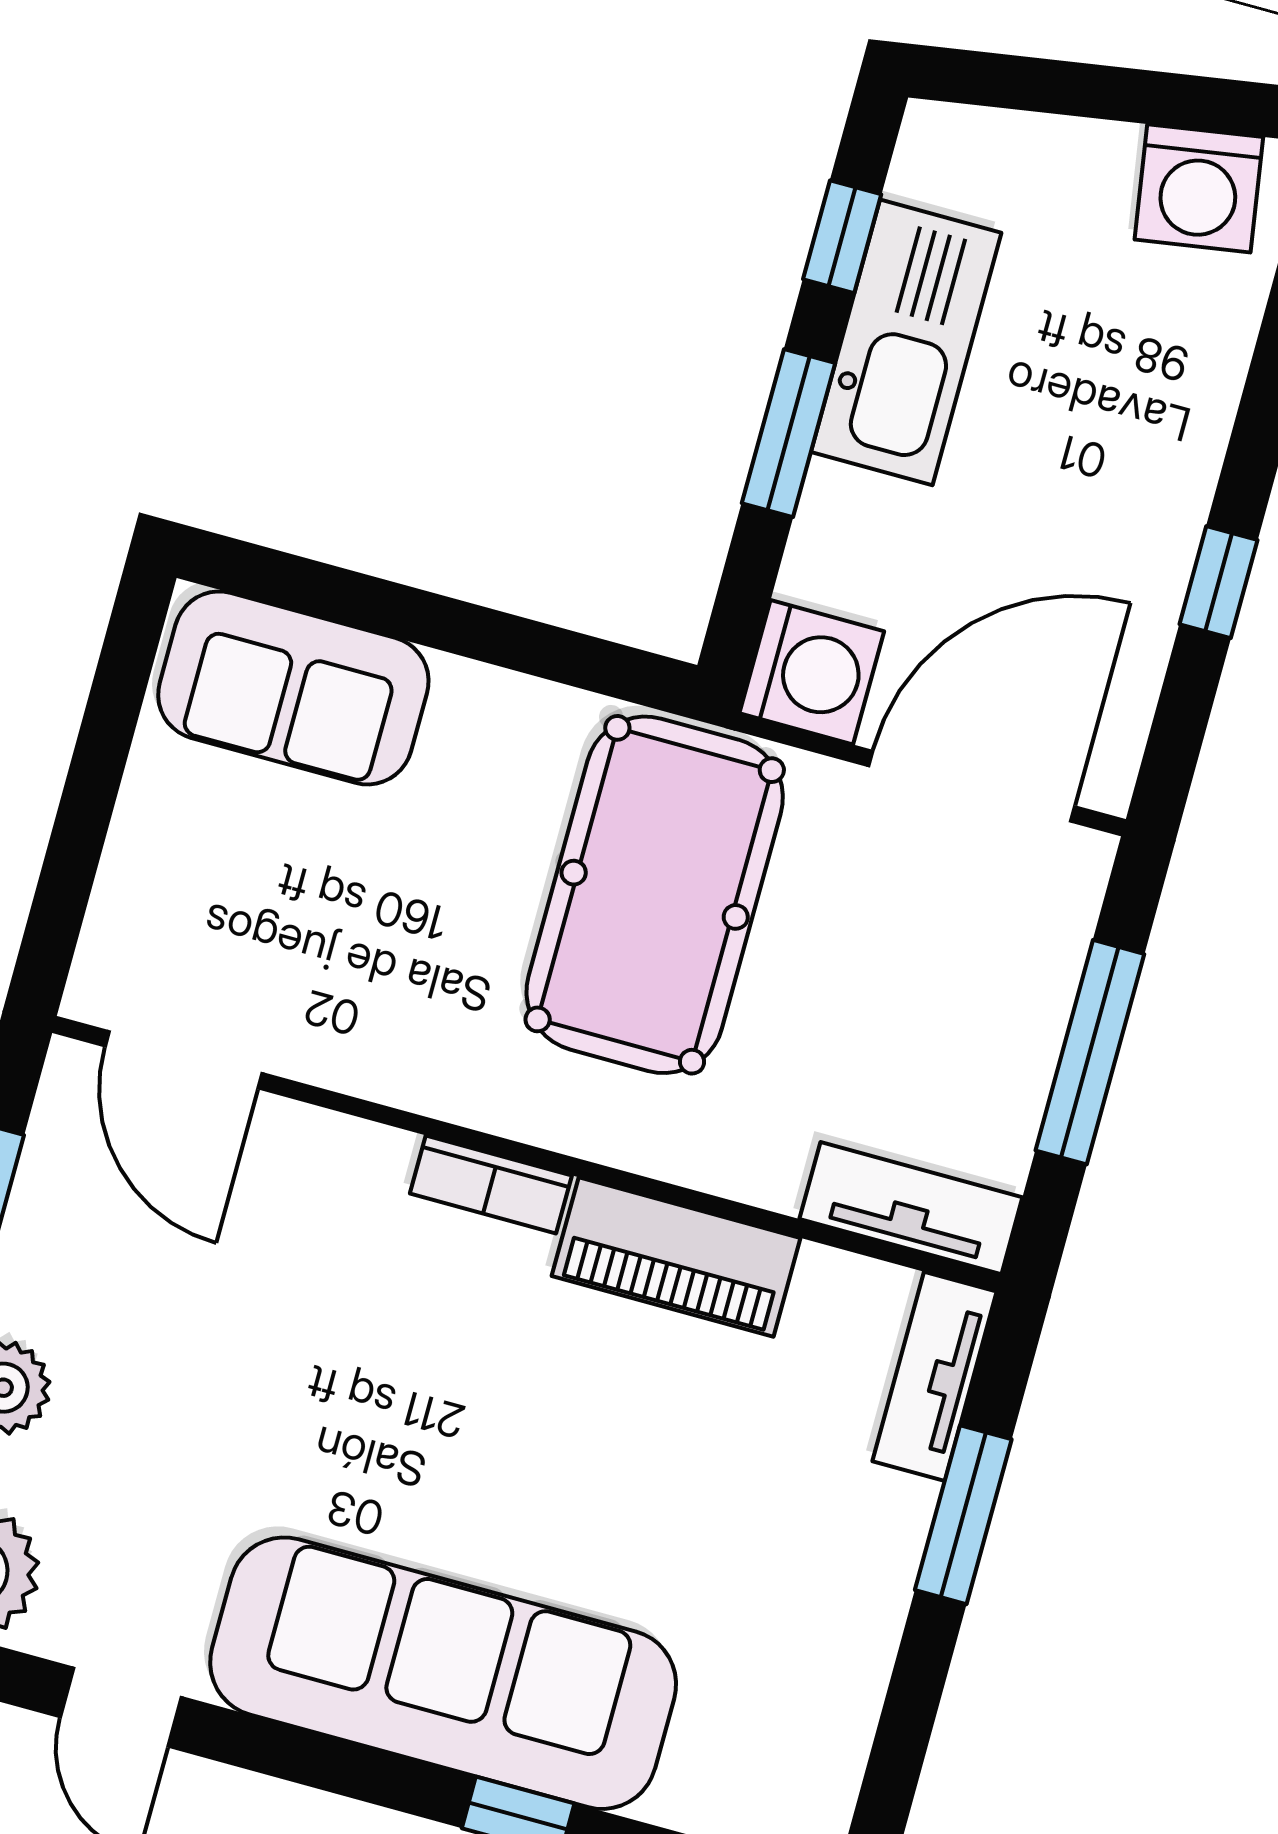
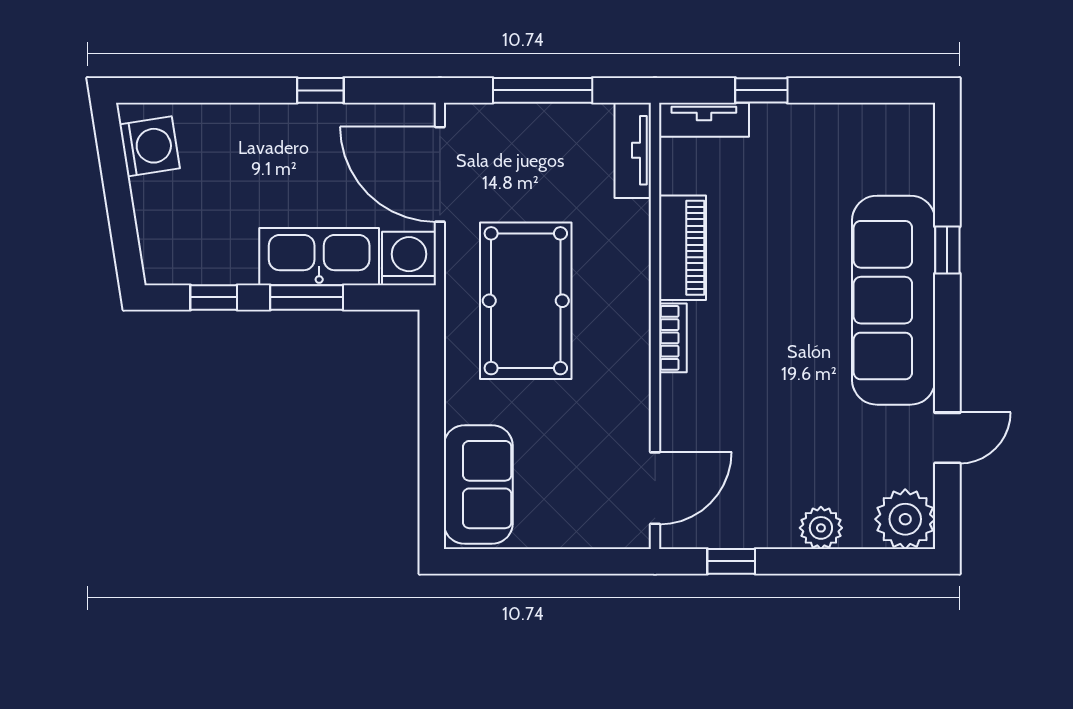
kitchen sink: (906, 342) -> (319, 257), moved
pool table: (655, 895) -> (526, 301), turned 90
window: (963, 1515) -> (761, 90), width x0.67

